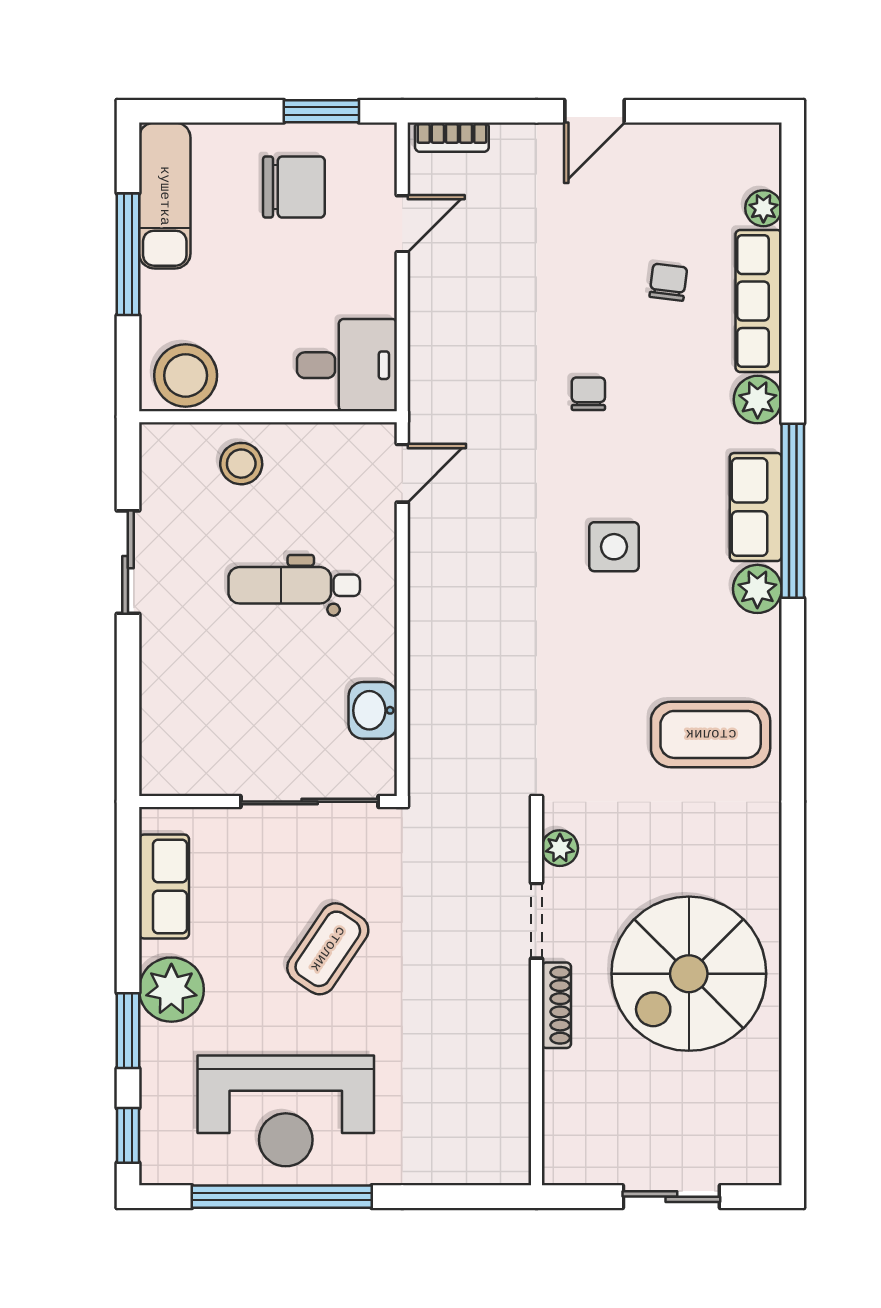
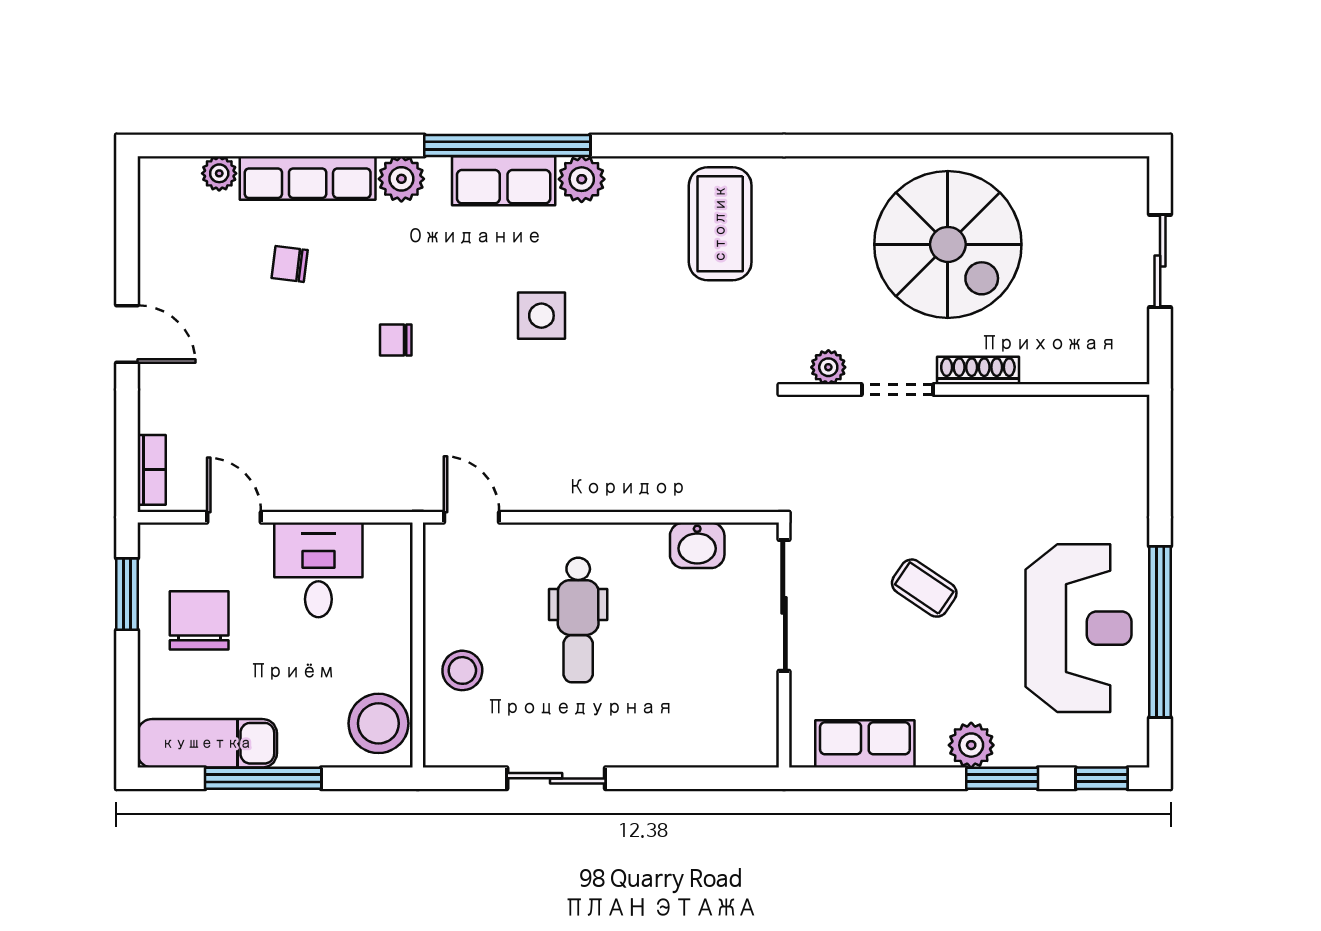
desk: (347, 365) -> (318, 570), moved
coffee table: (328, 949) -> (924, 588), width x0.73, depth x0.77
plant: (171, 990) -> (971, 745), width x0.73, depth x0.73

